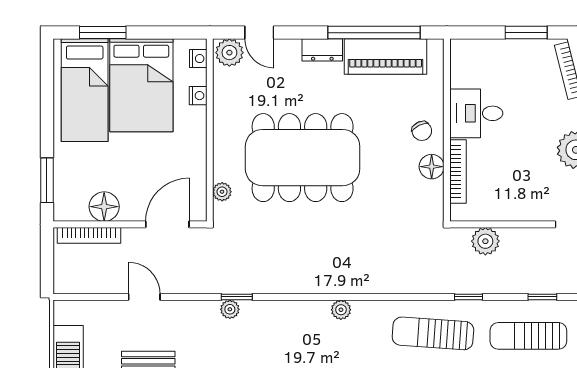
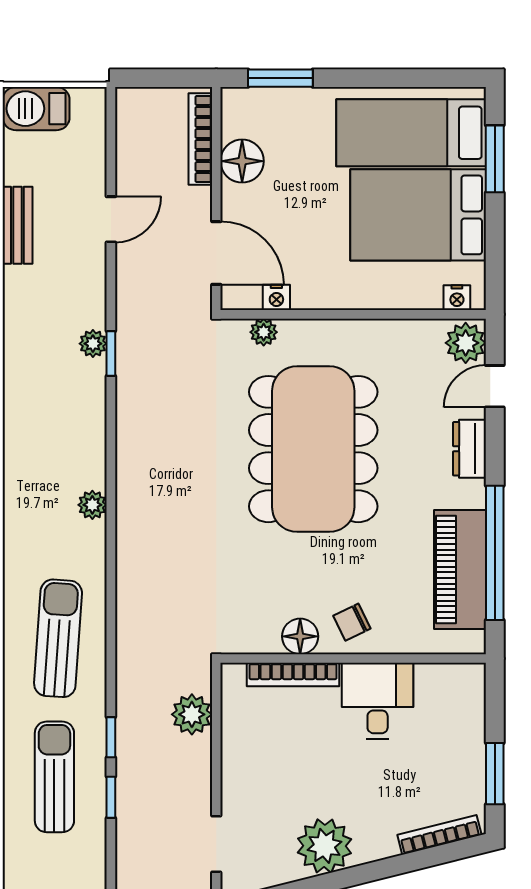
dresser: (322, 50) -> (470, 449), moved
nightstand: (198, 96) -> (276, 297), moved
window: (468, 297) -> (111, 737), moved

